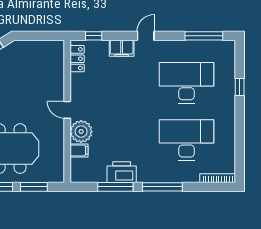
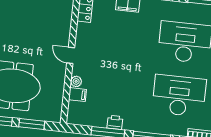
plant: (81, 132) -> (76, 81), width x0.53, depth x0.53
printer: (122, 172) -> (115, 122), width x0.53, depth x0.68

